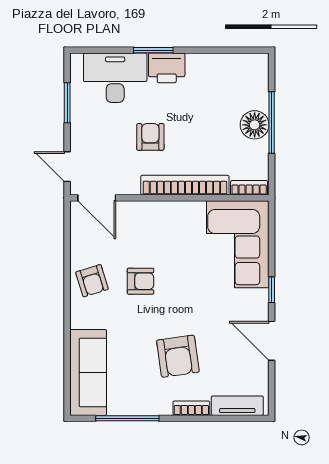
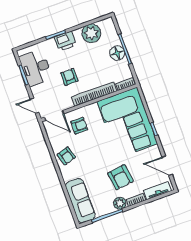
plant: (220, 71) -> (91, 33), added
desk: (115, 78) -> (36, 68), moved, turned -90
corner sofa: (238, 244) -> (127, 123), width x1.36, depth x1.36
armchair: (141, 281) -> (79, 126), moved
door: (272, 341) -> (167, 166), moved
plant: (159, 404) -> (120, 203), added

